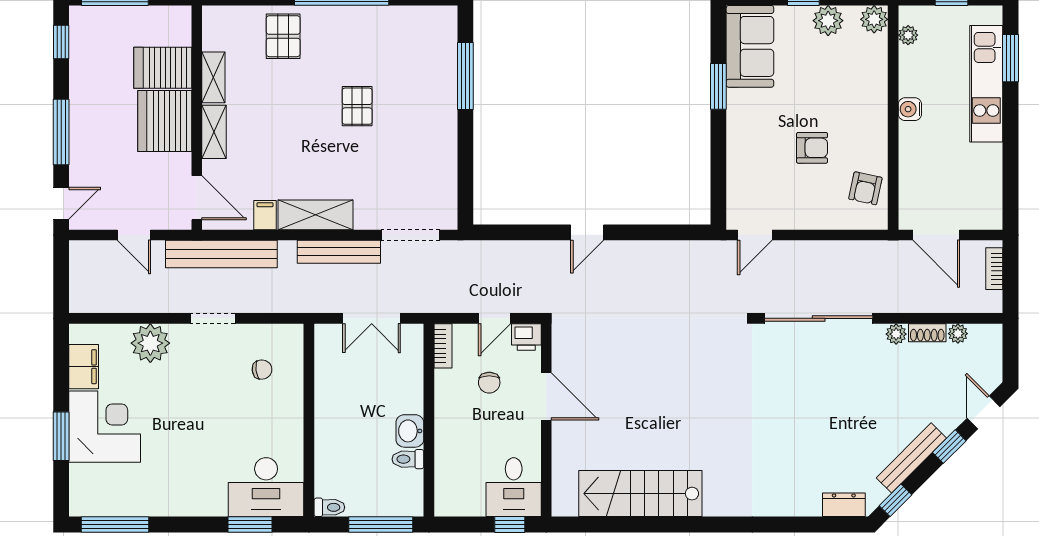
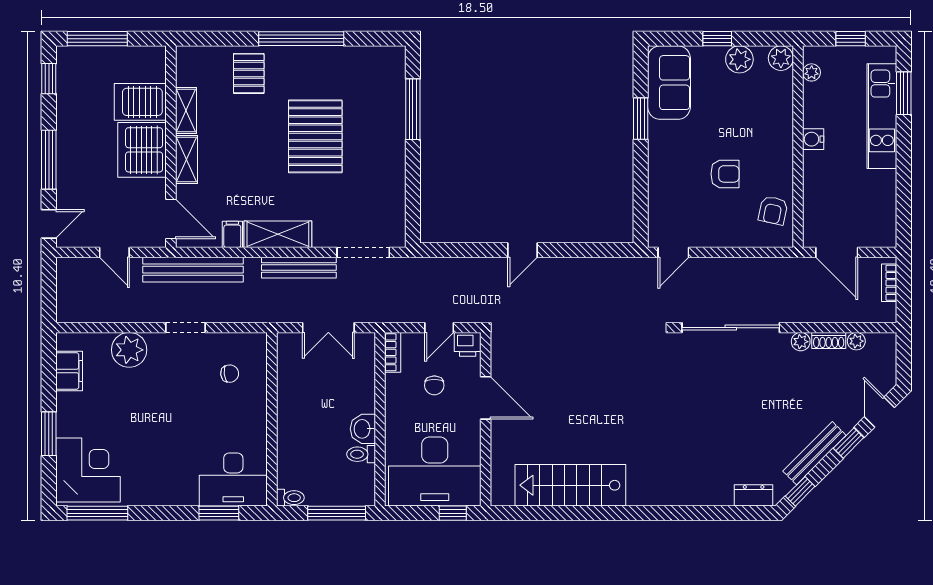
pallet: (357, 106) -> (315, 136), width x2.05, depth x2.00
corner desk: (105, 427) -> (88, 470), moved
desk: (514, 487) -> (435, 471), width x1.87, depth x1.30

